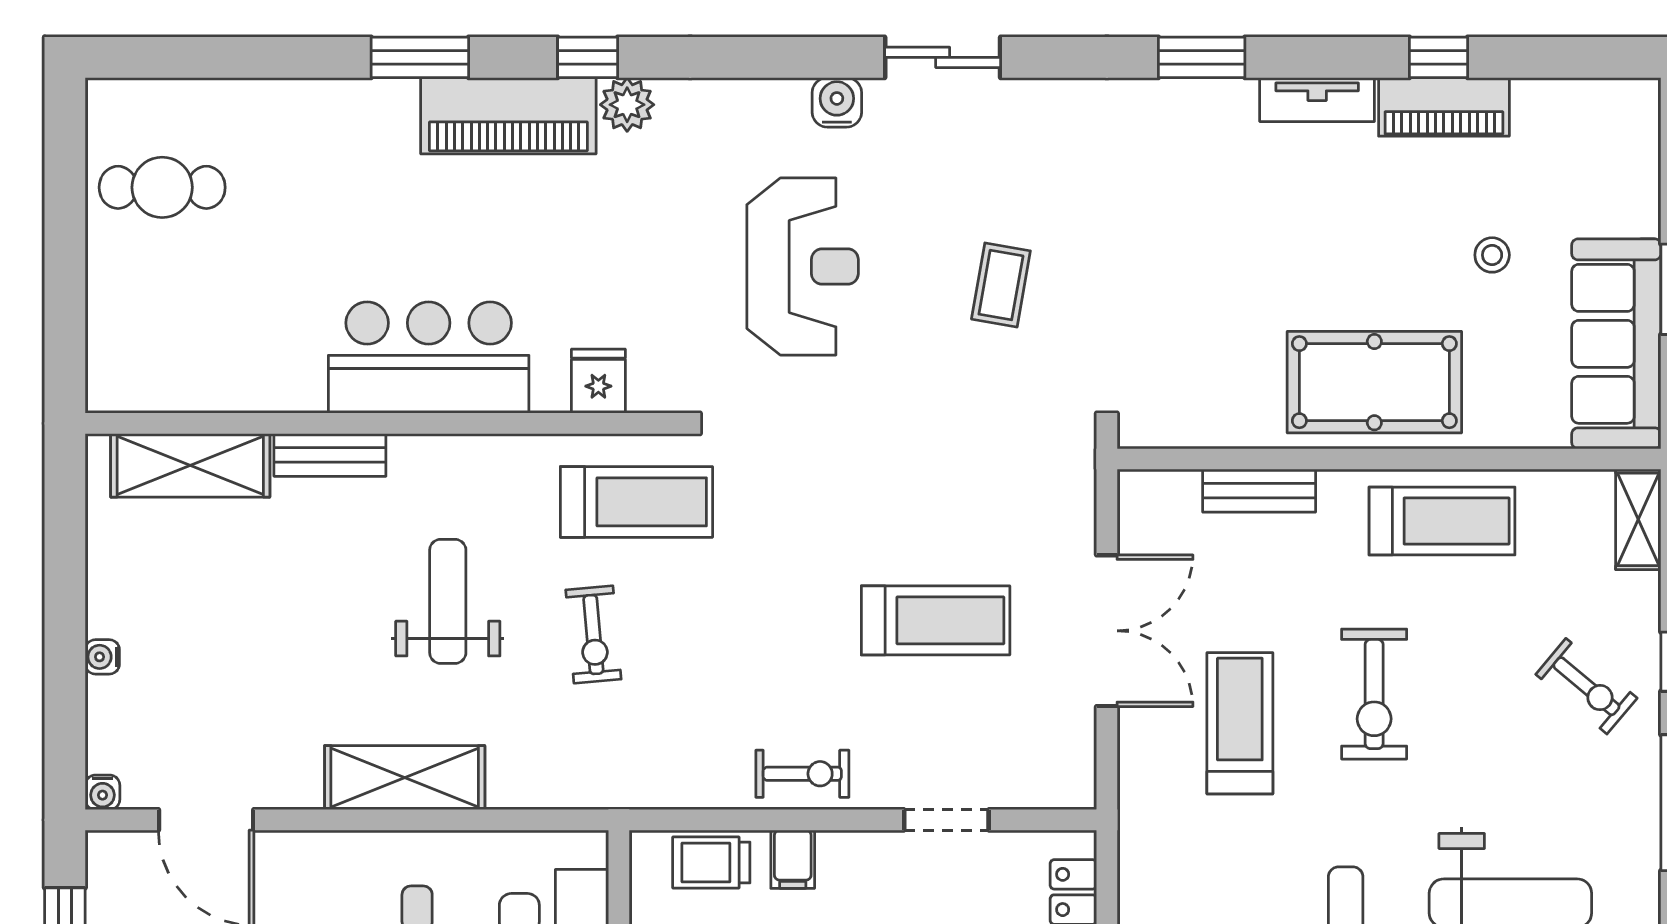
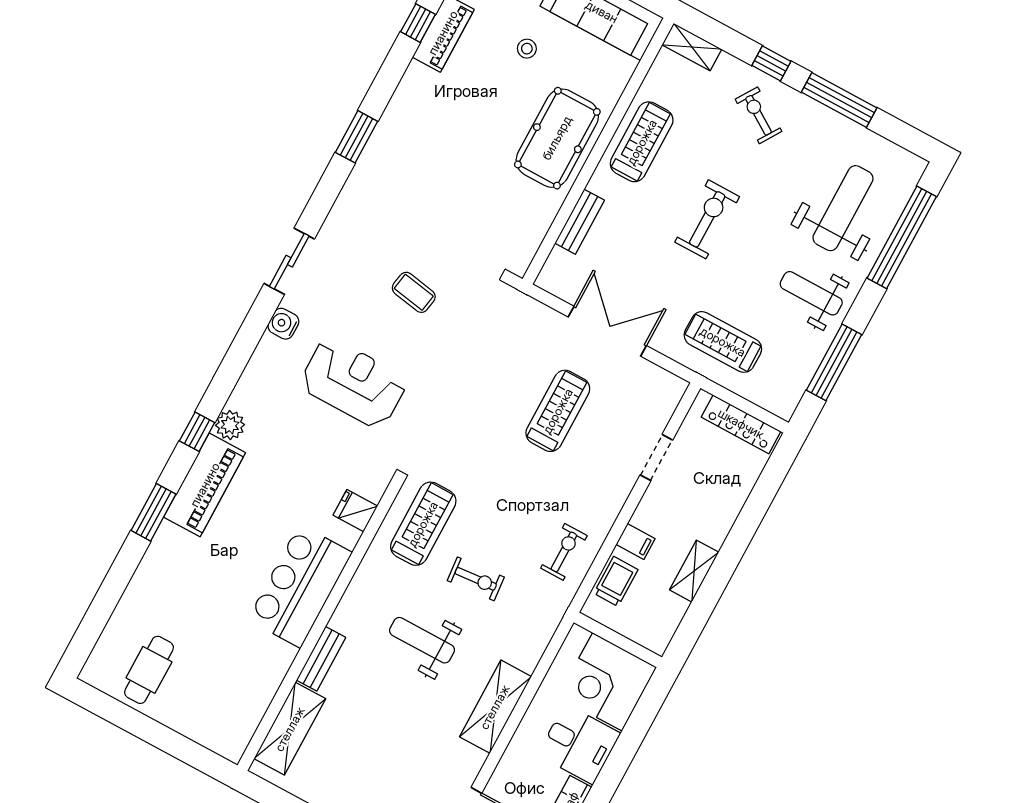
tv unit: (1317, 100) -> (407, 92), removed
exercise bike: (1586, 686) -> (758, 115), turned -97
exercise bike: (1374, 694) -> (707, 219), turned -90
treadmill: (1240, 723) -> (723, 342), moved
exercise bike: (802, 774) -> (564, 552), moved
trolley: (711, 862) -> (616, 581), turned 180

